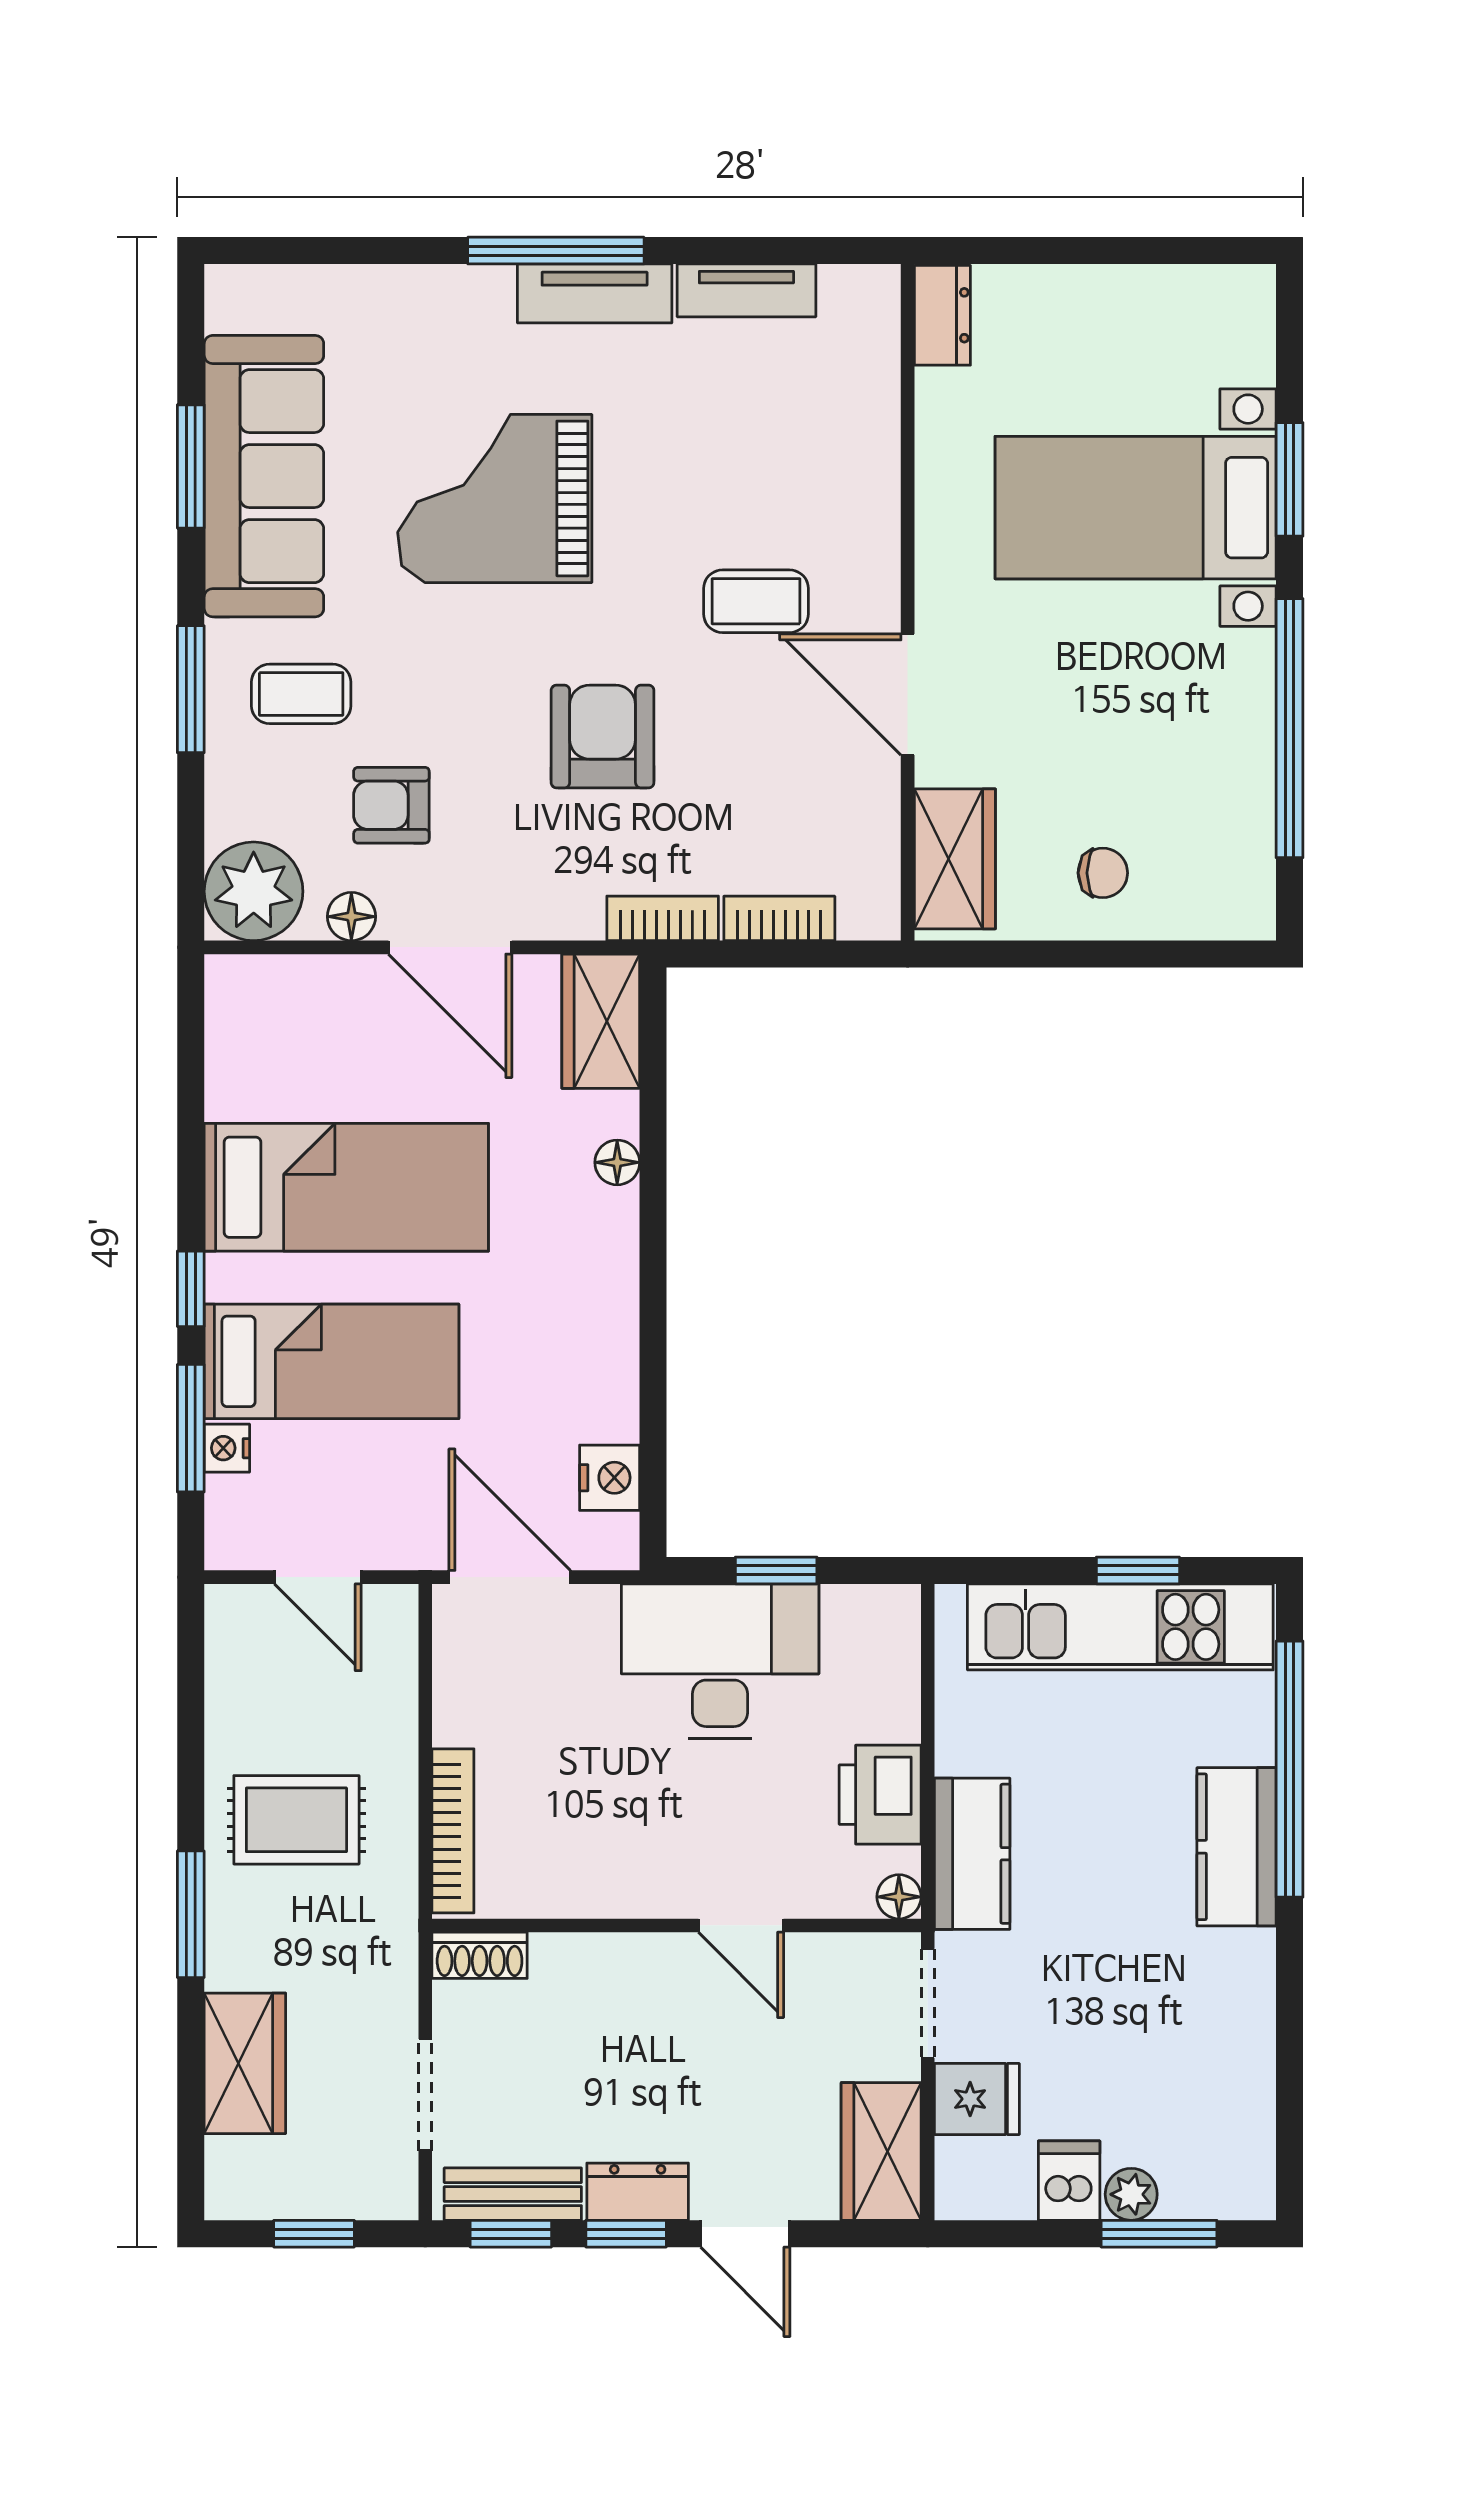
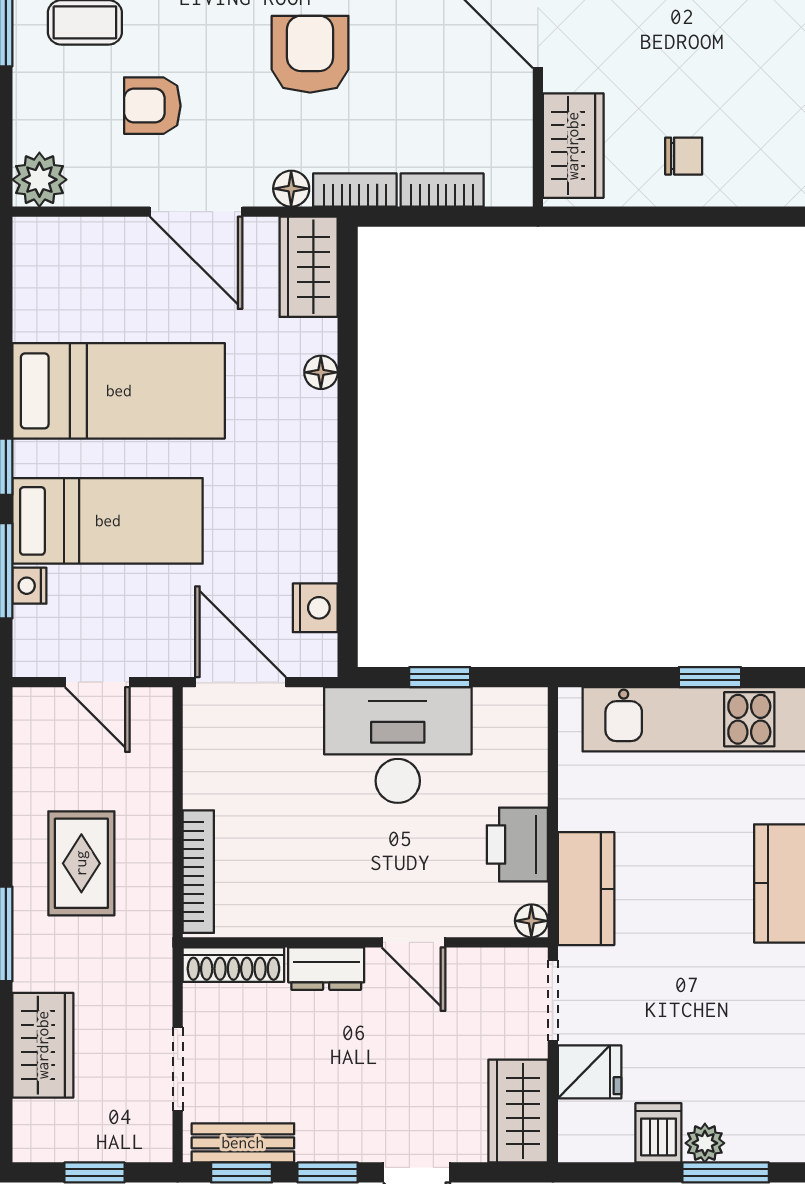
plant: (254, 891) -> (39, 180), width x0.73, depth x0.73
floor lamp: (351, 917) -> (291, 189), moved
rug: (296, 1820) -> (81, 863), turned 90
shoe rack: (480, 1955) -> (233, 965), width x1.43
dresser: (638, 2192) -> (326, 969), moved, turned 180

